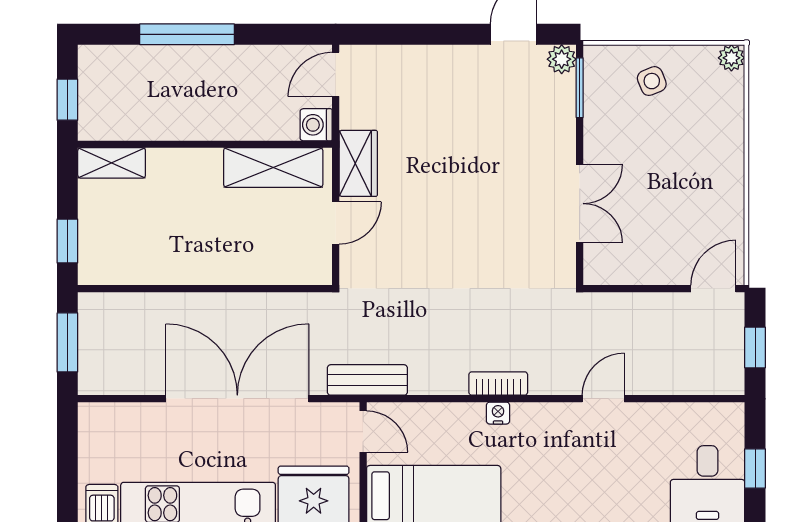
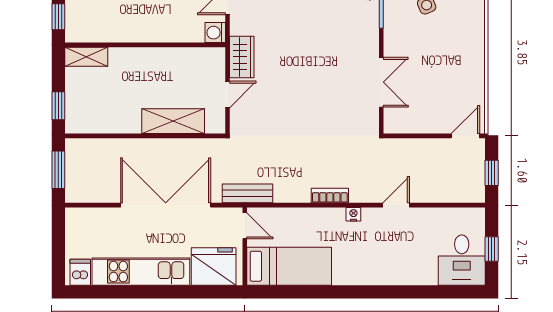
shelving: (273, 168) -> (173, 121), moved
nightstand: (498, 413) -> (353, 214), moved

